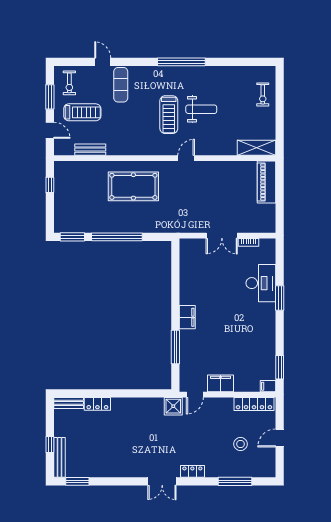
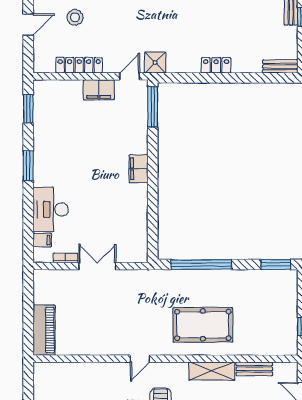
shelving: (256, 148) -> (212, 371), moved
window: (117, 237) -> (201, 265), moved
window: (280, 298) -> (28, 166), moved
window: (175, 347) -> (153, 107), moved
filing cabinet: (268, 386) -> (42, 240), moved
locker: (97, 404) -> (216, 65), moved
locker: (254, 404) -> (79, 65), moved

